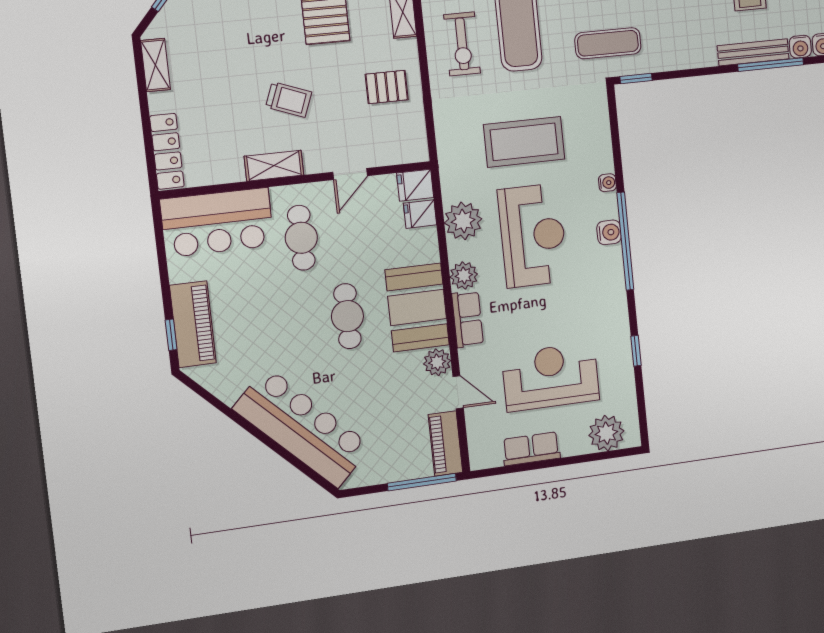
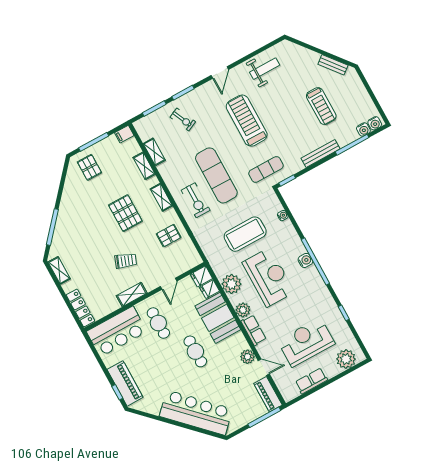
bench: (753, 52) -> (321, 154), moved
water cooler: (607, 183) -> (283, 216), moved
booth: (417, 307) -> (218, 318), moved

